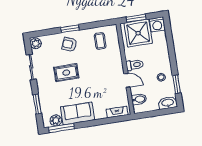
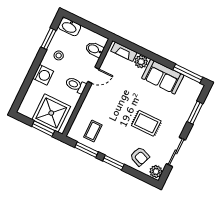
washing machine: (157, 24) -> (43, 75), moved, turned 90
window: (95, 25) -> (86, 150), added
armchair: (69, 44) -> (140, 156), moved
door: (127, 80) -> (93, 75), swing flipped
plant: (56, 120) -> (141, 62), moved

